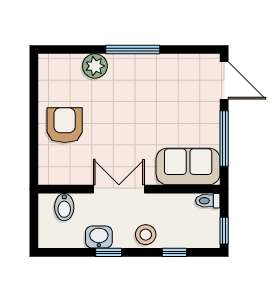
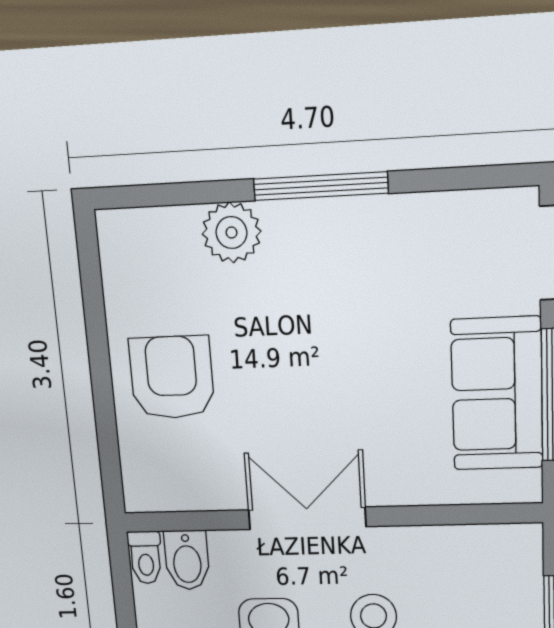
sofa: (188, 166) -> (497, 394), moved, turned -90
toilet: (208, 201) -> (145, 557), moved, turned -90

